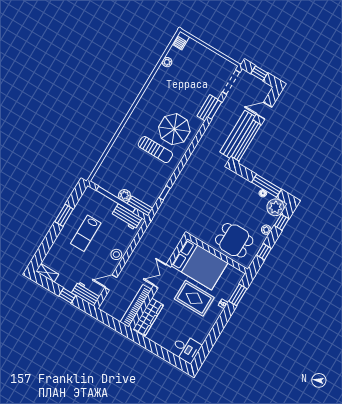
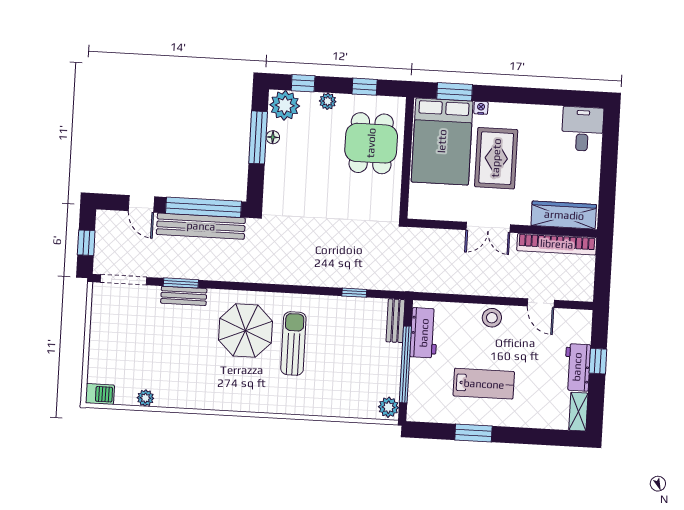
plant: (124, 195) -> (389, 407), moved
bed: (199, 264) -> (442, 141), moved, turned 180
workbench: (86, 294) -> (577, 367), moved

